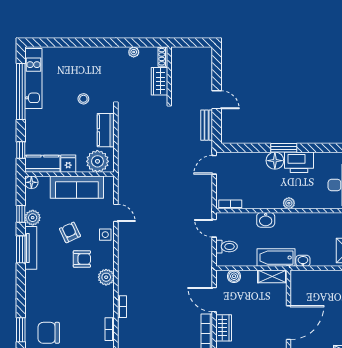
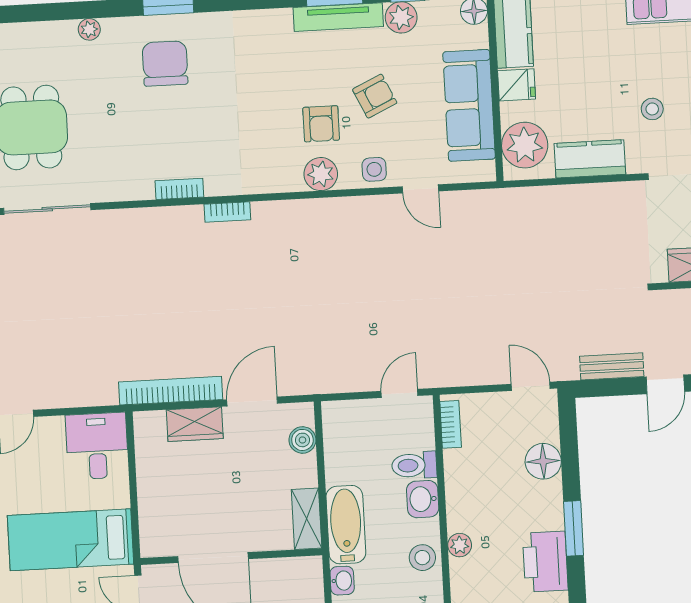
floor lamp: (275, 161) -> (543, 461), moved
door: (116, 213) -> (420, 189), hinge flipped
stool: (294, 221) -> (422, 558), added
toilet: (226, 247) -> (414, 465), moved, turned 90
plant: (106, 277) -> (321, 174), moved

